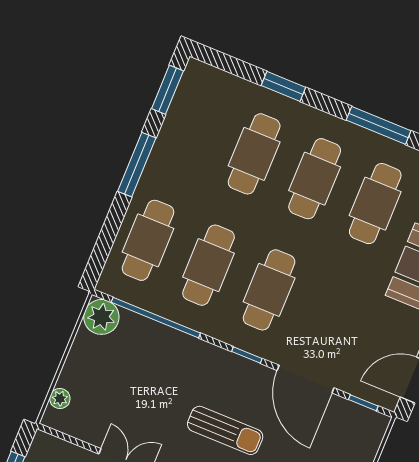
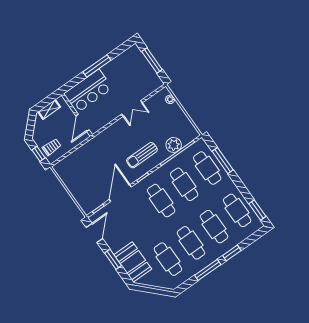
window: (379, 125) -> (208, 270), moved
cafe table: (194, 129) -> (237, 210), added
window: (137, 165) -> (223, 161), moved
plant: (101, 317) -> (174, 145), moved
door: (306, 379) -> (120, 193), hinge flipped
sun lounger: (225, 430) -> (142, 155), moved

